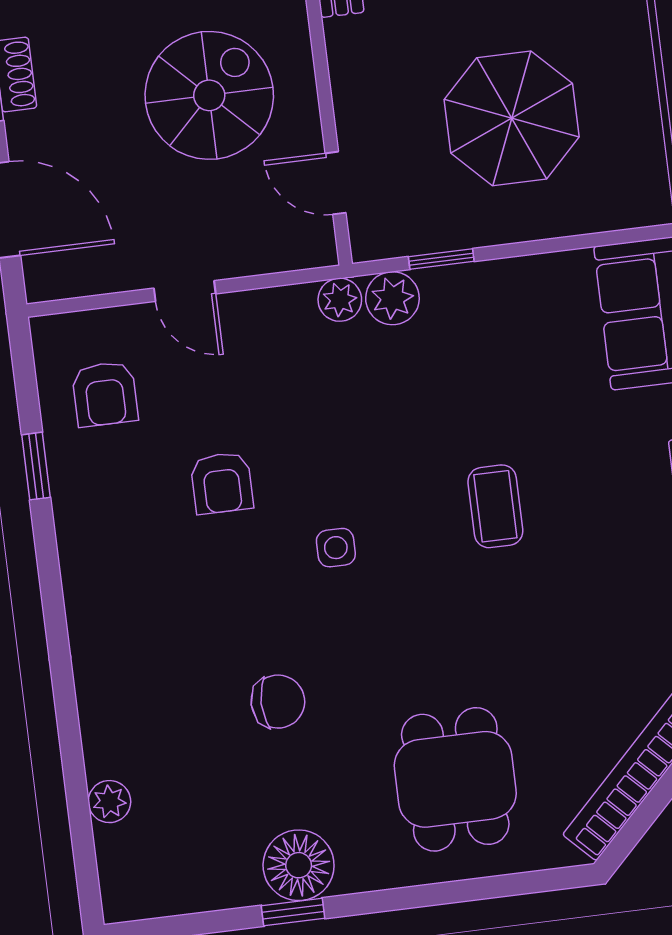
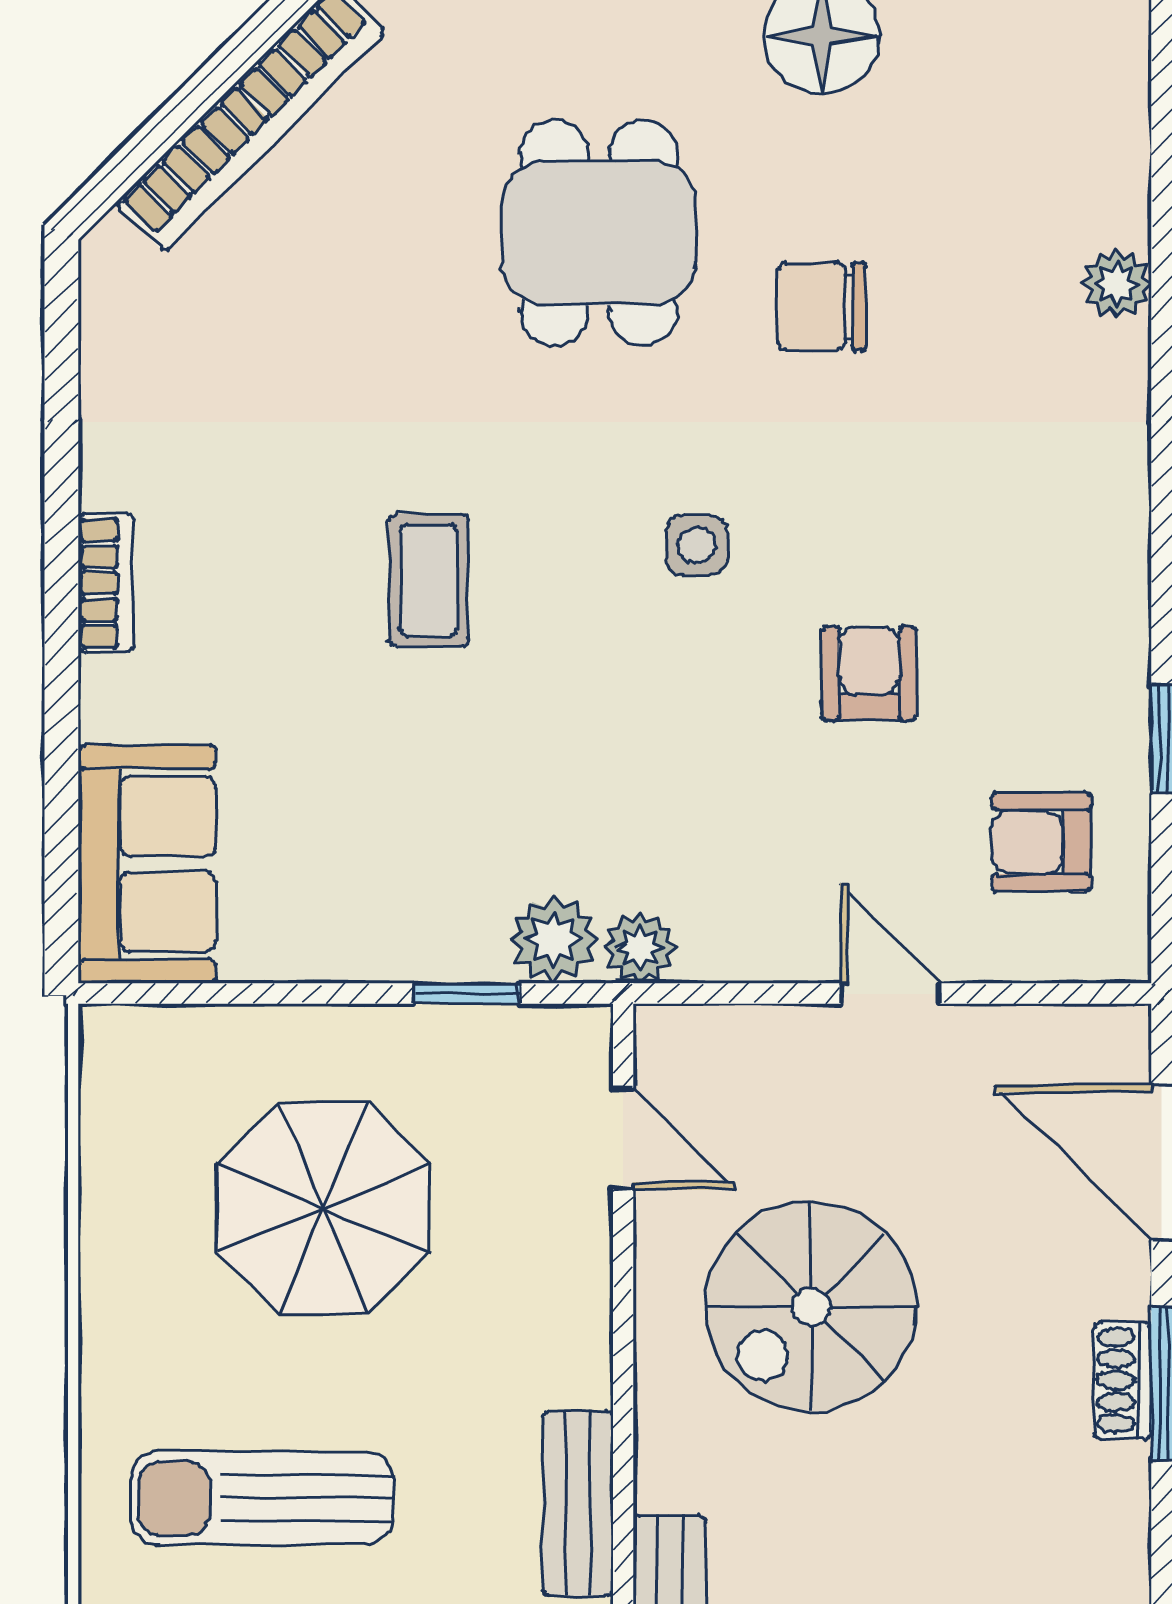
armchair: (105, 394) -> (1041, 842), turned -90
dining table: (455, 779) -> (599, 233), moved
plant: (109, 802) -> (1117, 284), moved

